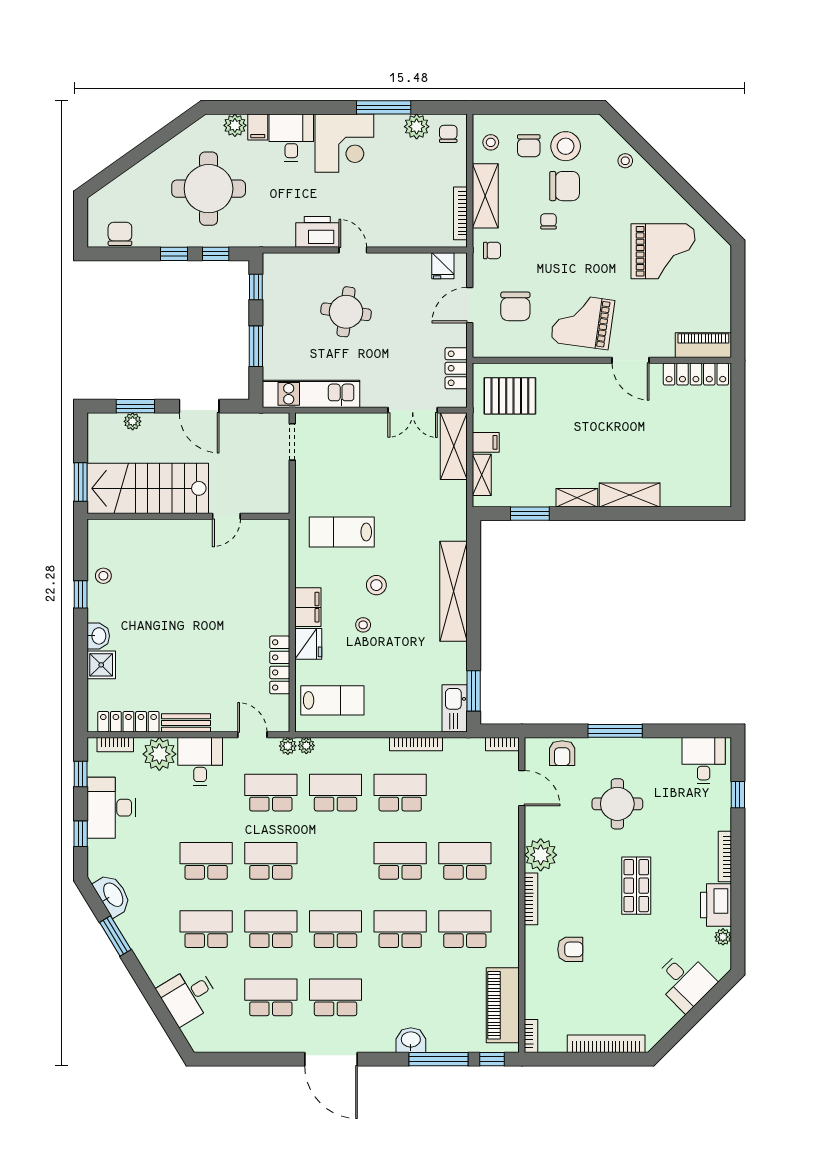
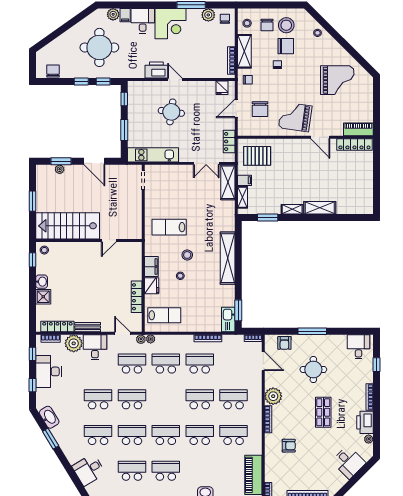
stairs: (148, 488) -> (68, 226), moved
wall: (188, 516) -> (89, 240), moved
door: (226, 516) -> (109, 240), moved

